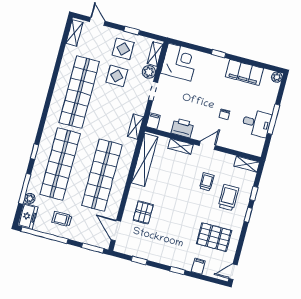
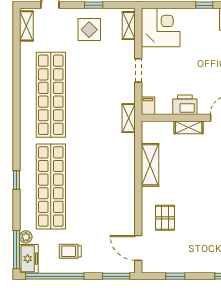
plant: (149, 72) -> (127, 49), removed
display table: (117, 76) -> (90, 64), removed
shelving: (145, 160) -> (150, 165), width x0.68
shop shelf: (102, 175) -> (104, 186), removed
window: (25, 189) -> (16, 250), moved

